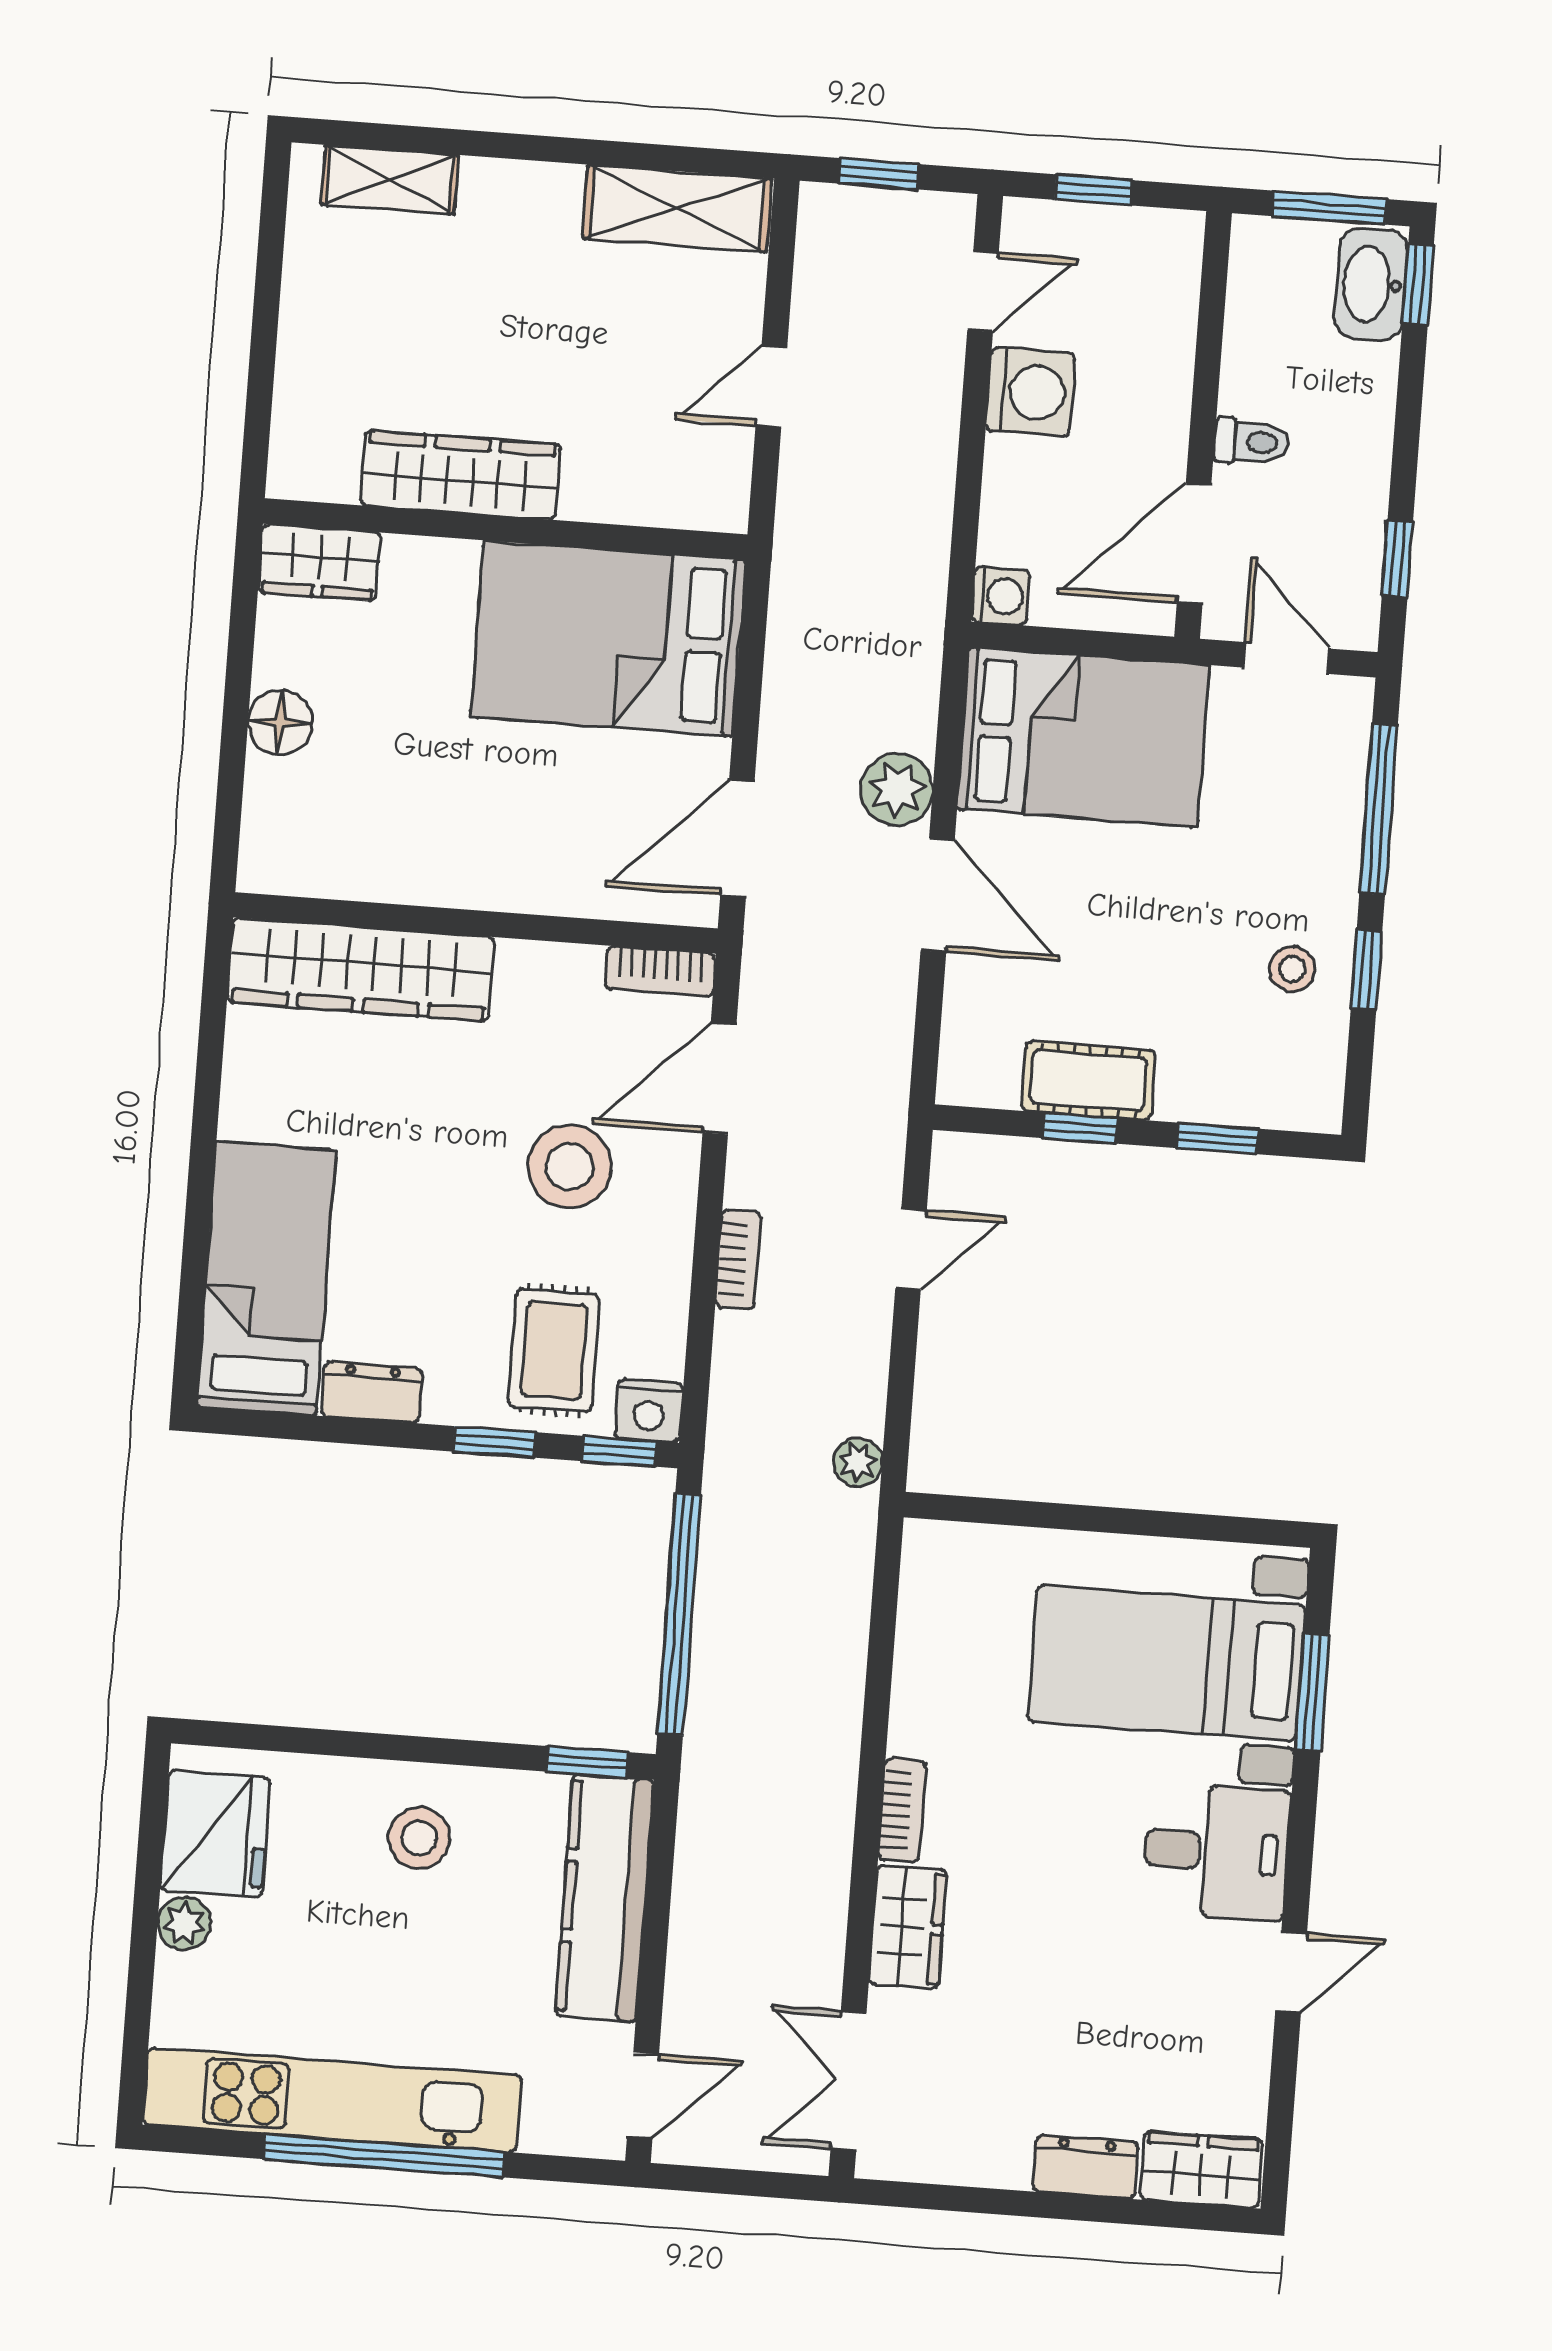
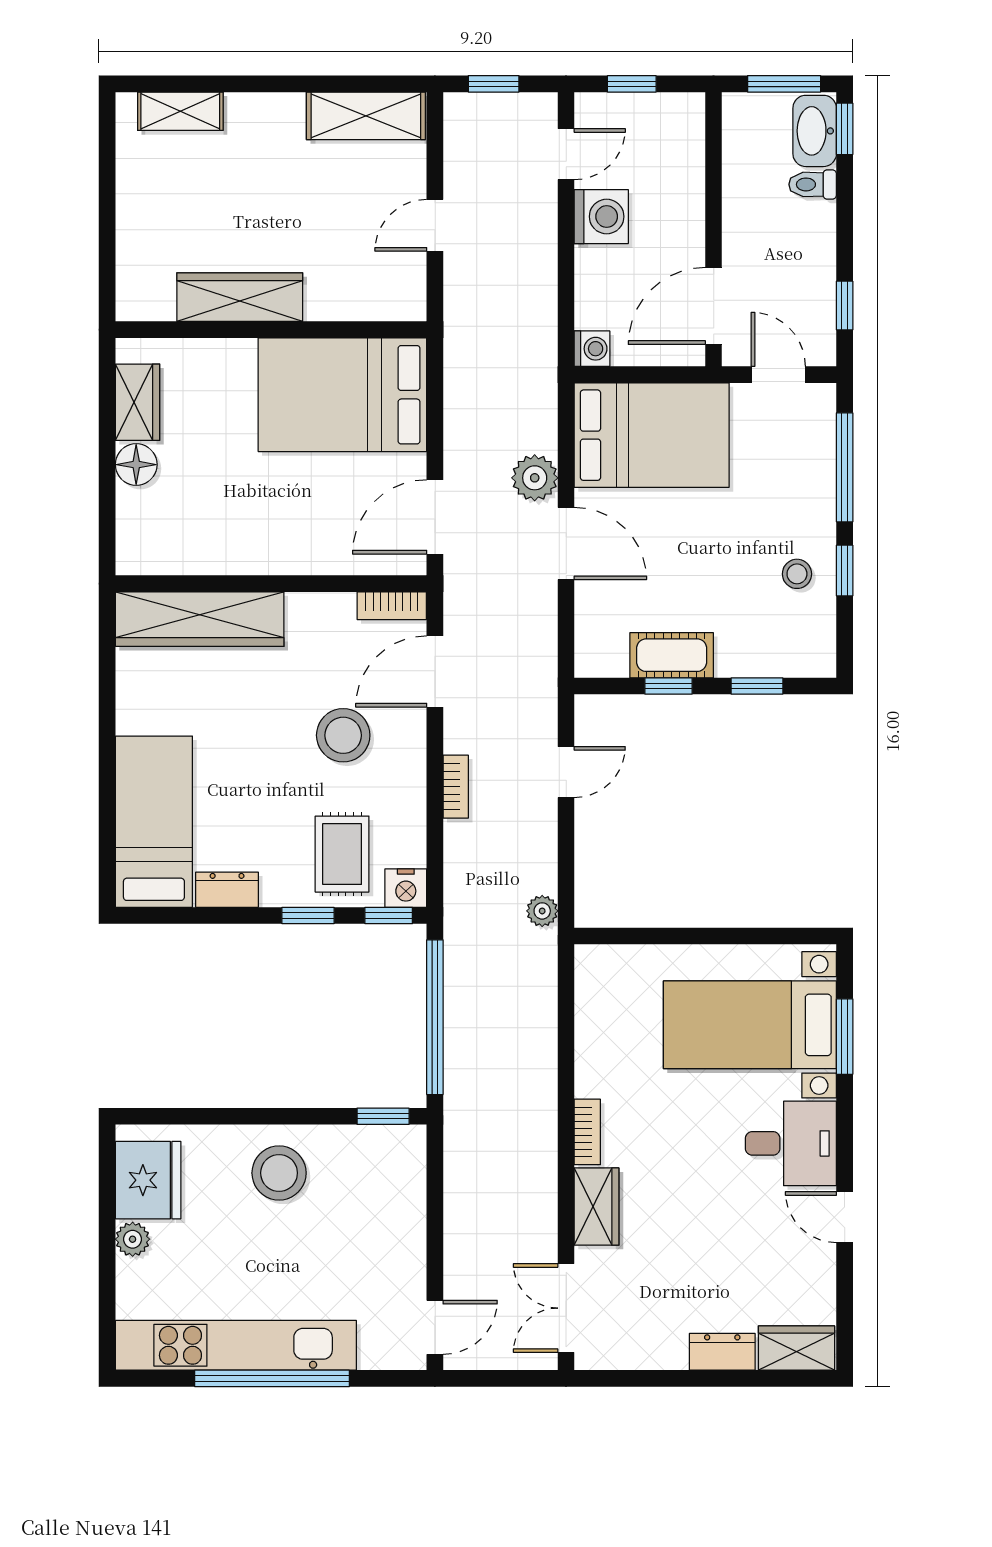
toilet: (1252, 442) -> (813, 184), moved, turned 180
wardrobe: (319, 562) -> (138, 402), moved, turned -90
stool: (419, 1838) -> (279, 1173), width x1.38, depth x1.38
kitchen counter: (604, 1898) -> (401, 1203), removed
door: (1291, 1972) -> (845, 1217), swing flipped

